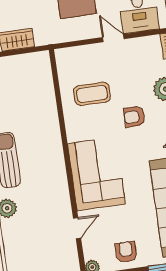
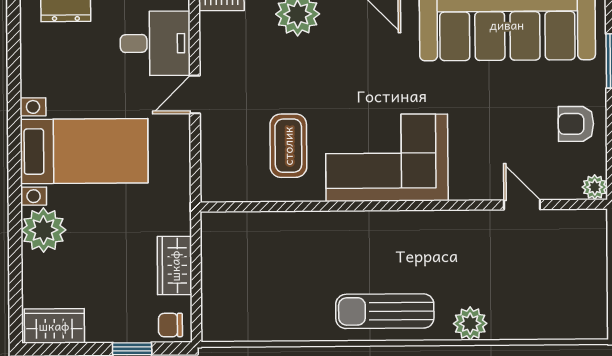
armchair: (134, 117) -> (339, 76), removed
corner sofa: (96, 174) -> (387, 158), moved

